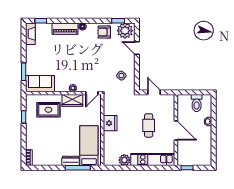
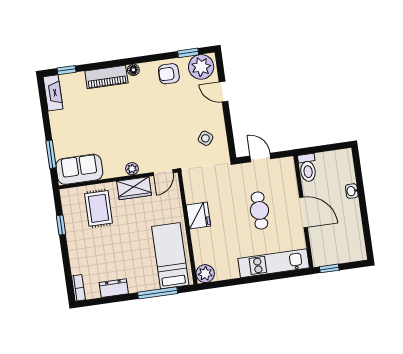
toilet: (197, 103) -> (307, 168), moved
rug: (48, 110) -> (98, 208), turned 90
plant: (124, 160) -> (205, 274), moved
dresser: (71, 161) -> (114, 288), moved

